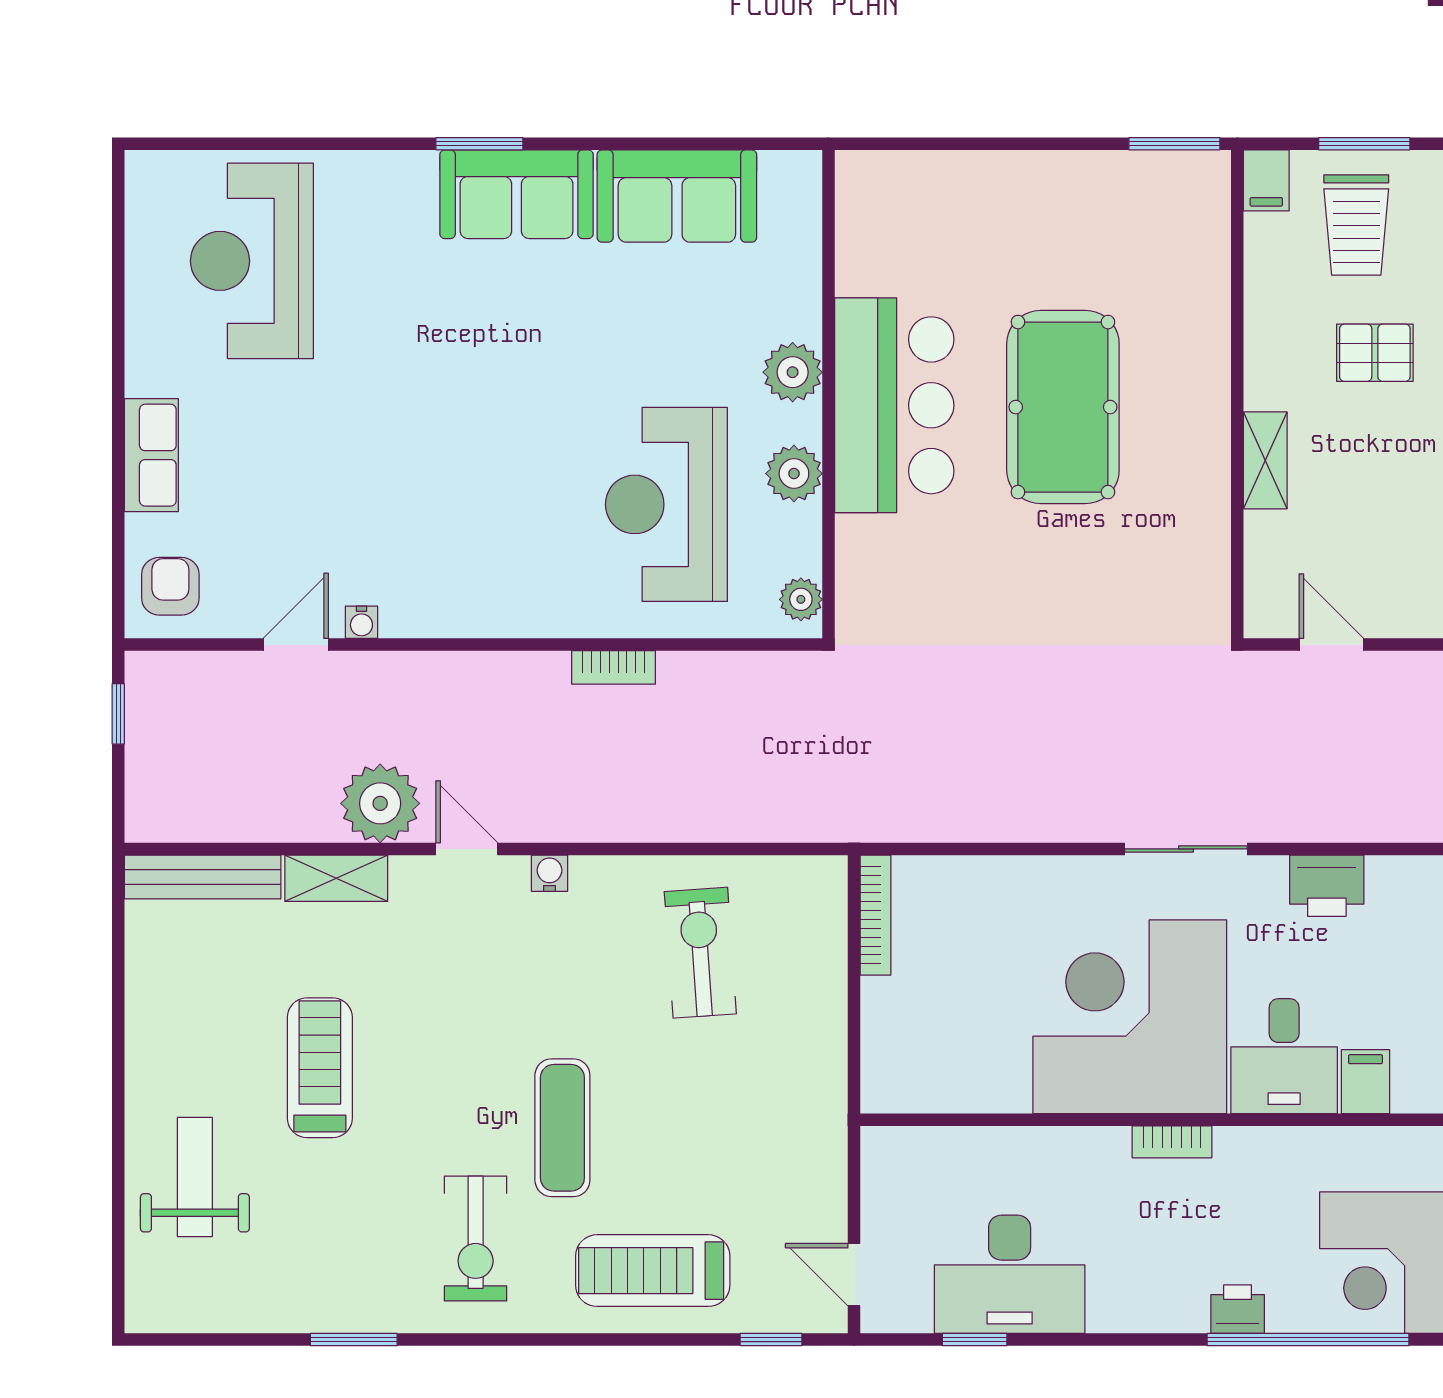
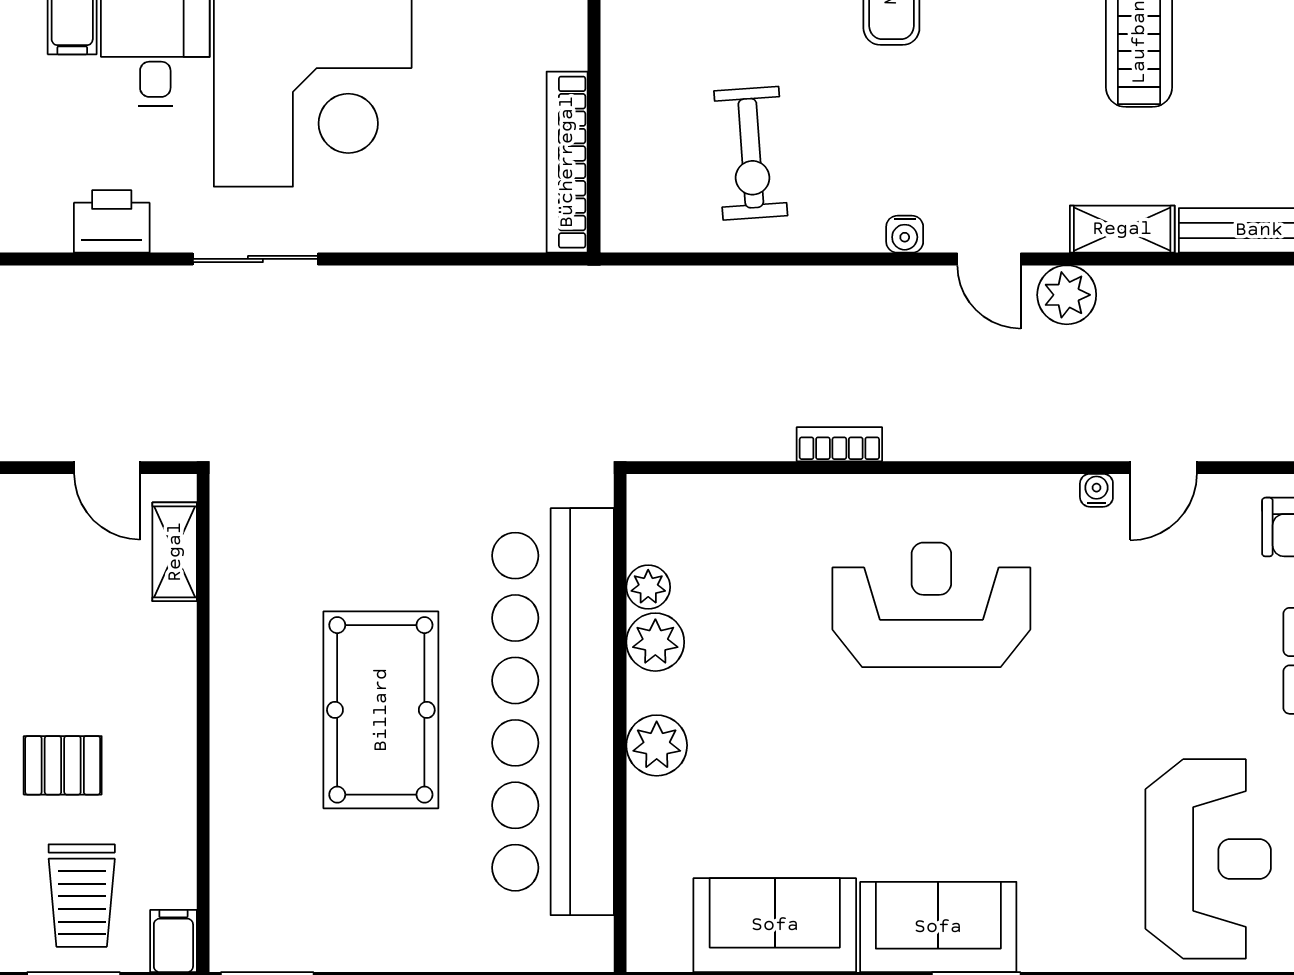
trolley: (1356, 225) -> (82, 896), turned 180
bar counter: (894, 405) -> (553, 712), width x1.86
shelving: (1265, 460) -> (175, 552), moved
reception desk: (666, 504) -> (931, 605), moved, turned -90
plant: (801, 599) -> (648, 587), moved
plant: (380, 803) -> (1067, 295), width x0.73, depth x0.73
bookcase: (876, 915) -> (567, 162), width x1.48, depth x1.31

